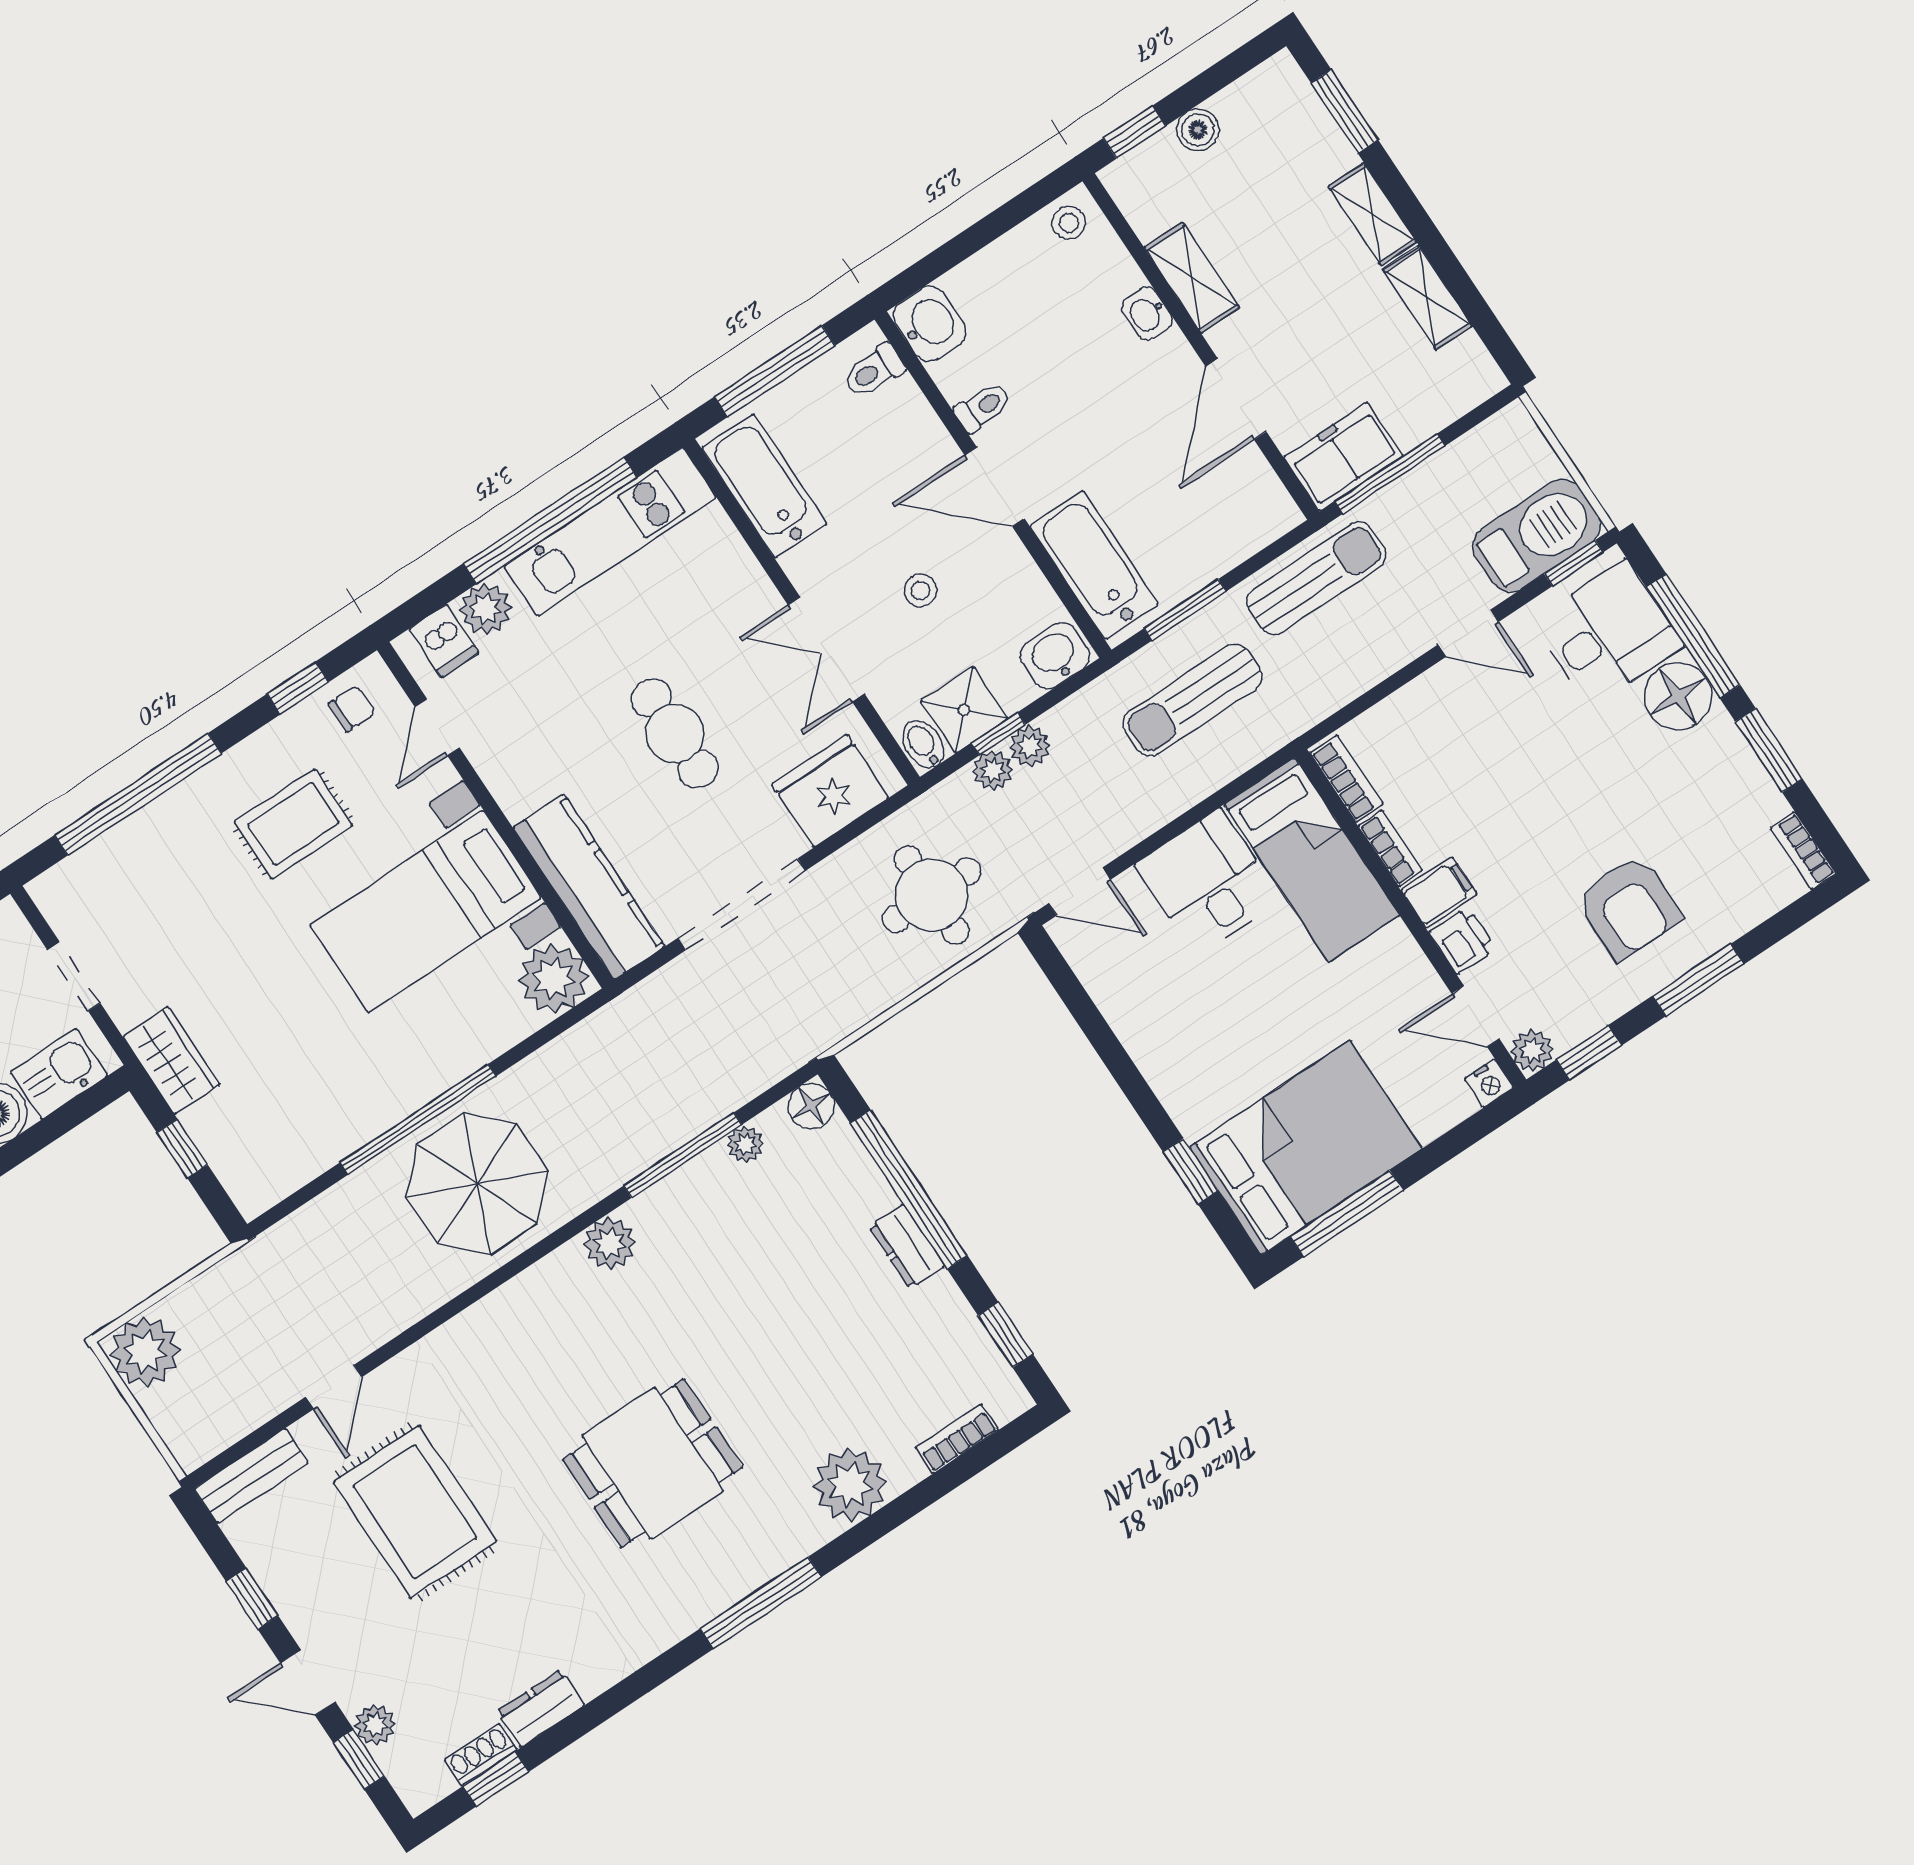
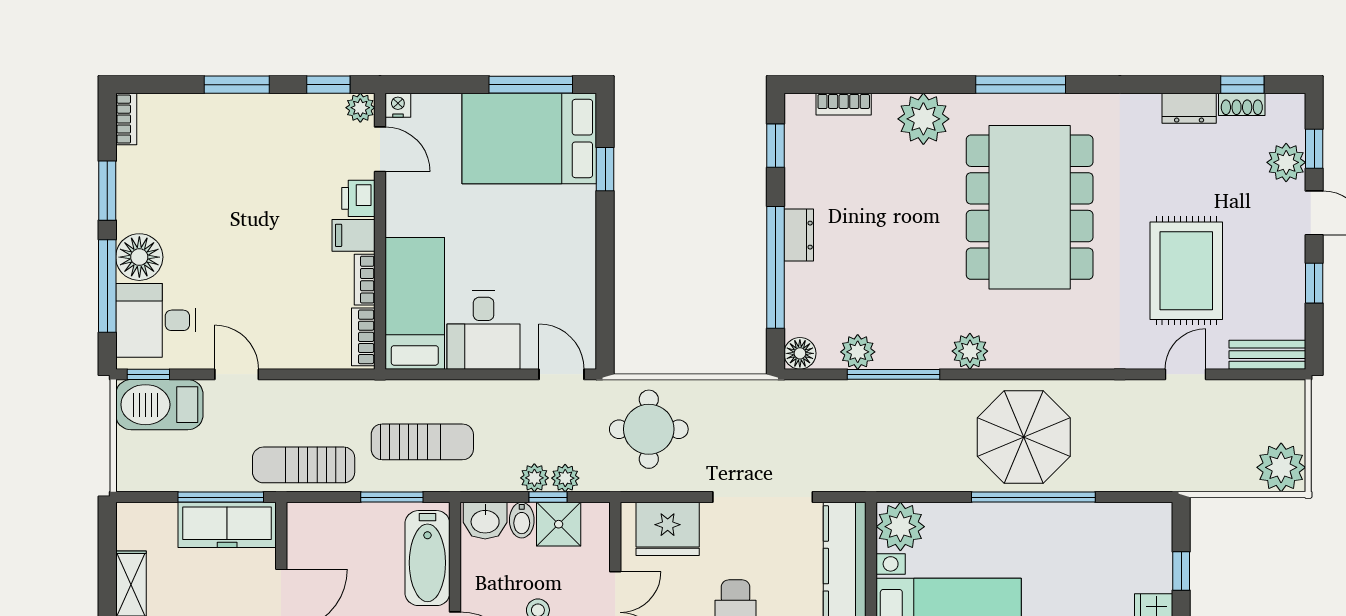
freezer: (1343, 457) -> (227, 525), width x1.40
bidet: (923, 744) -> (522, 520), moved
armchair: (1628, 907) -> (249, 154), removed
plant: (745, 1144) -> (858, 352), width x1.38, depth x1.38
dining table: (653, 1463) -> (1030, 207), width x1.88, depth x1.24
plant: (375, 1725) -> (1286, 162), width x1.38, depth x1.38

